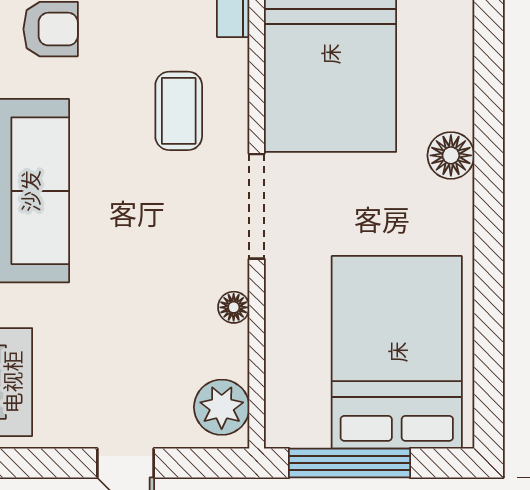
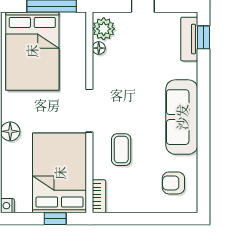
floor lamp: (234, 307) -> (99, 48), moved

